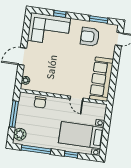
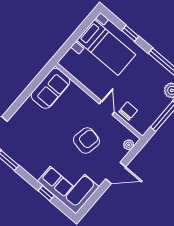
armchair: (90, 37) -> (86, 140), moved, turned -79
sofa: (101, 79) -> (51, 88), width x0.73
door: (77, 99) -> (107, 108), moved

